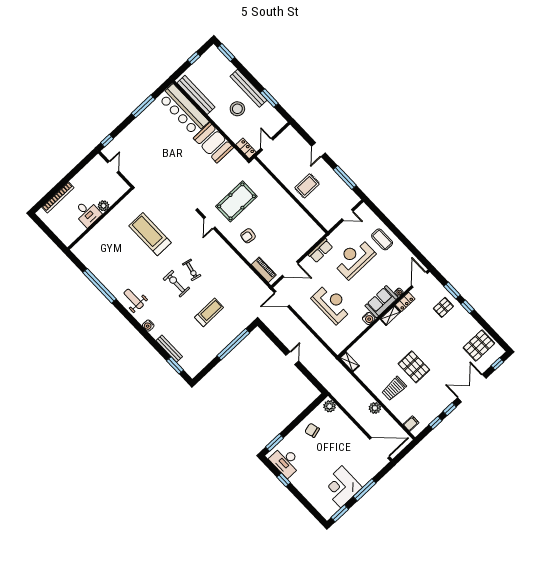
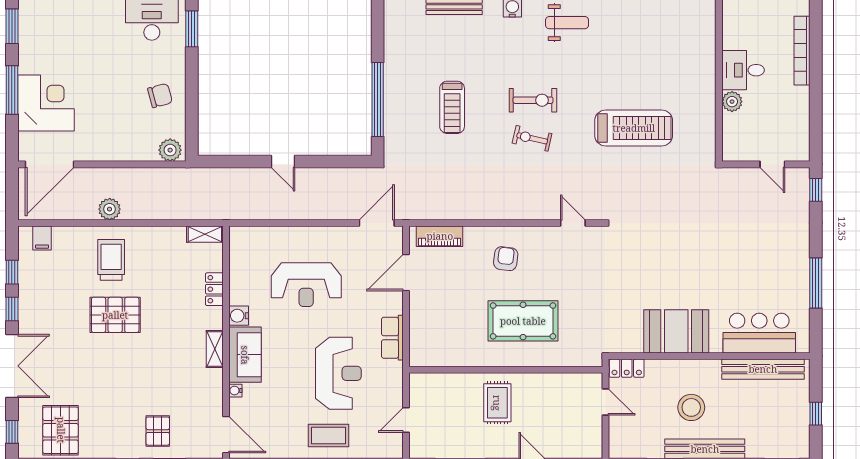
bar counter: (183, 110) -> (759, 333), width x0.73
pool table: (236, 201) -> (523, 321), moved, turned 90
locker: (405, 302) -> (214, 289), moved
corner desk: (341, 487) -> (46, 103), moved

